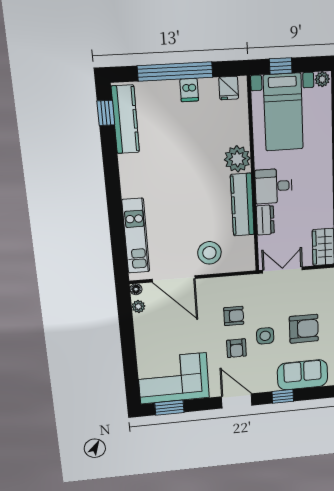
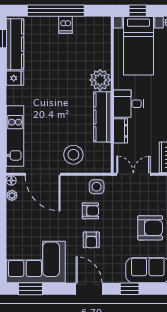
fridge: (229, 88) -> (15, 78), moved, turned -90
side table: (265, 336) -> (97, 187), moved

